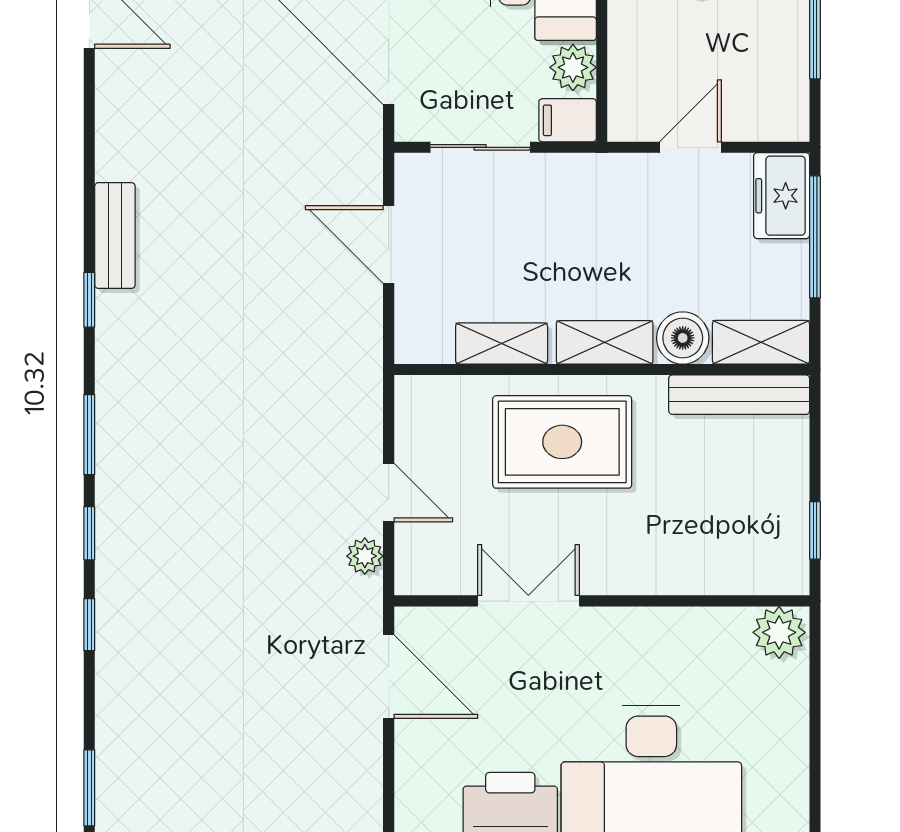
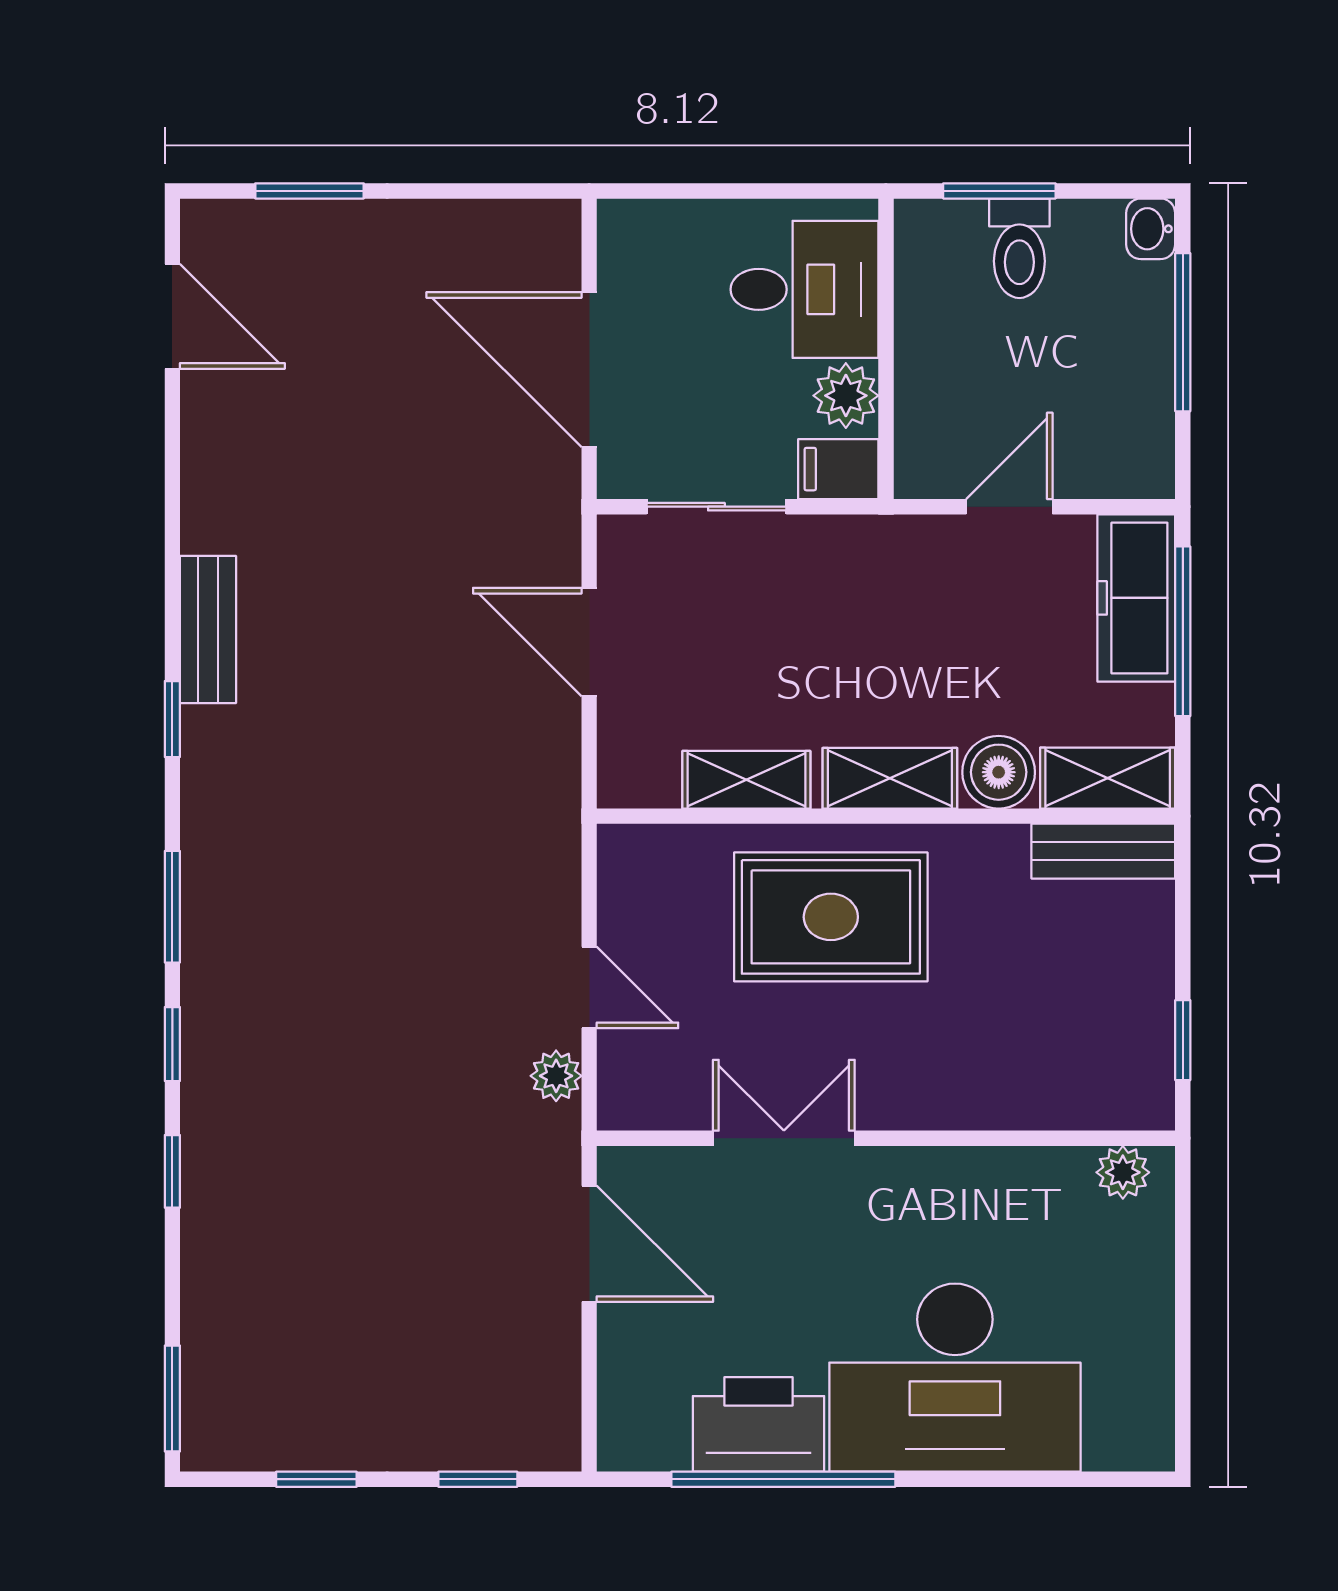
freezer: (782, 196) -> (1136, 598), width x1.40
bench: (739, 395) -> (1103, 851), width x0.73
plant: (779, 632) -> (1123, 1172), width x0.73, depth x0.73

